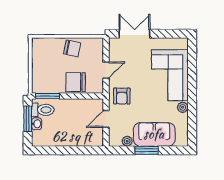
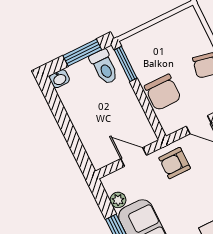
chair: (76, 82) -> (163, 92), turned 180
washbasin: (37, 124) -> (59, 79), moved

